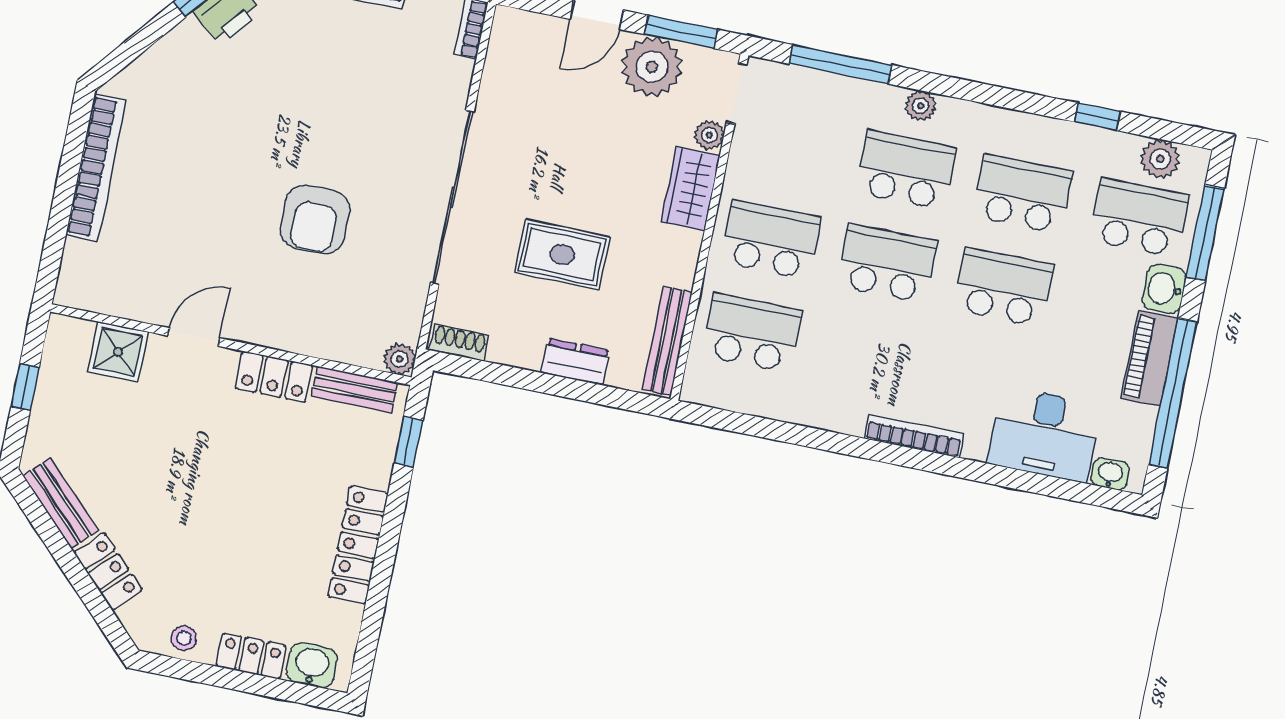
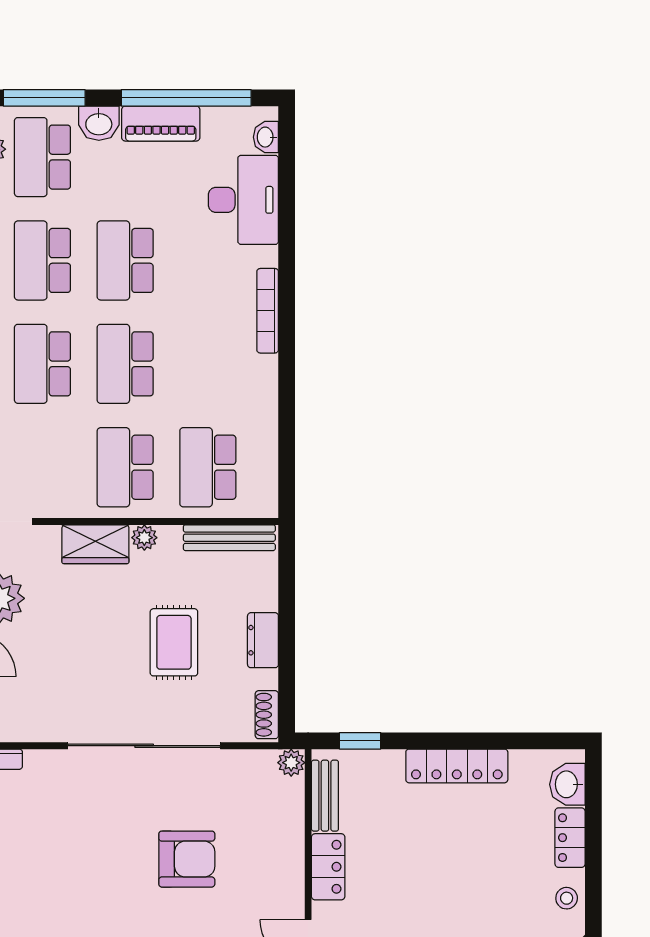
plant: (709, 135) -> (144, 538), moved
dresser: (575, 362) -> (263, 640), moved

